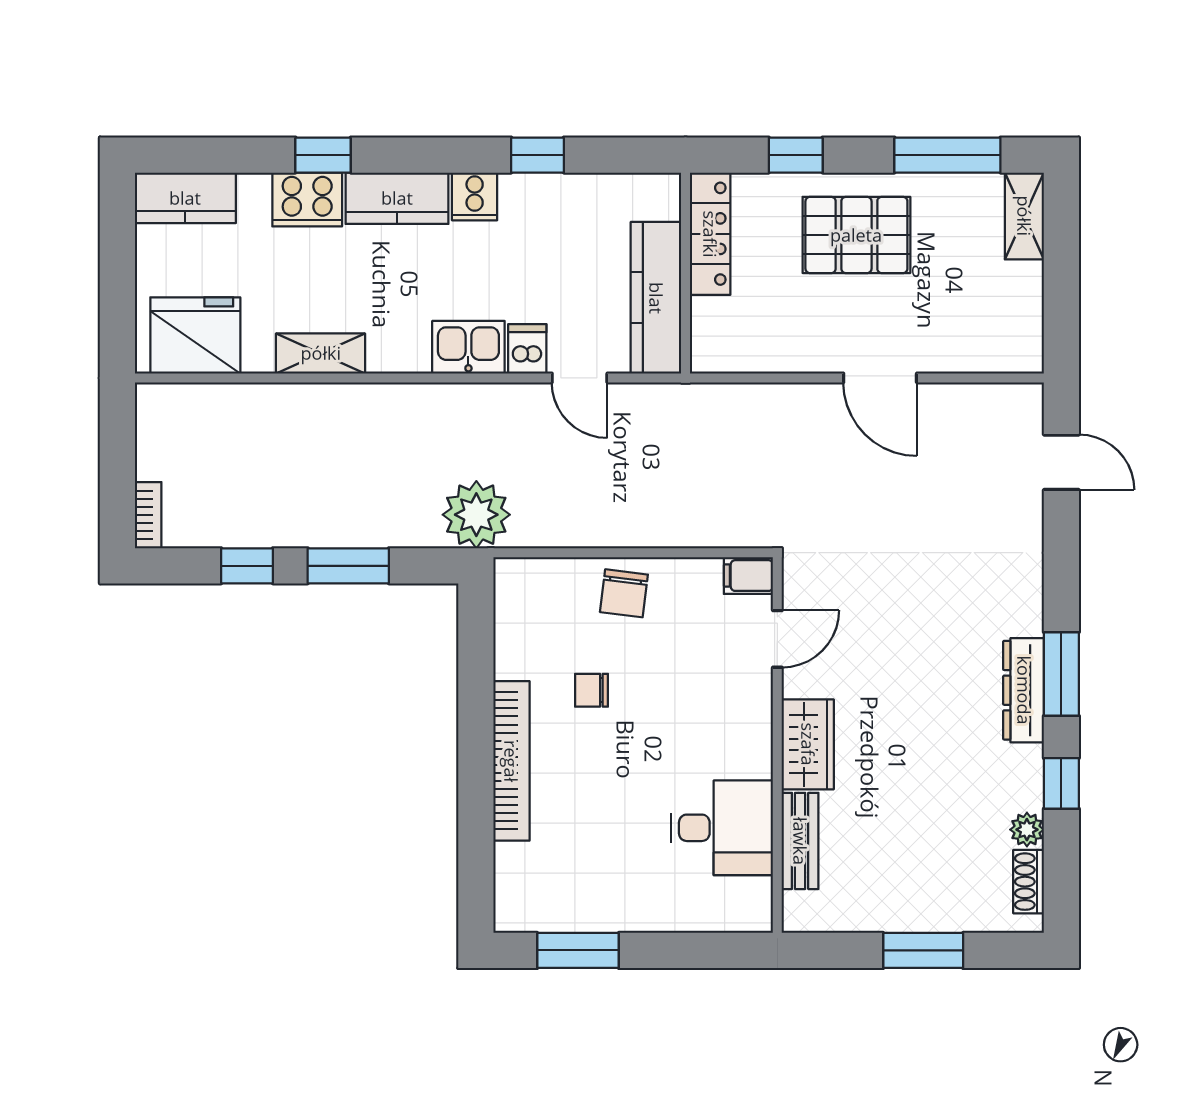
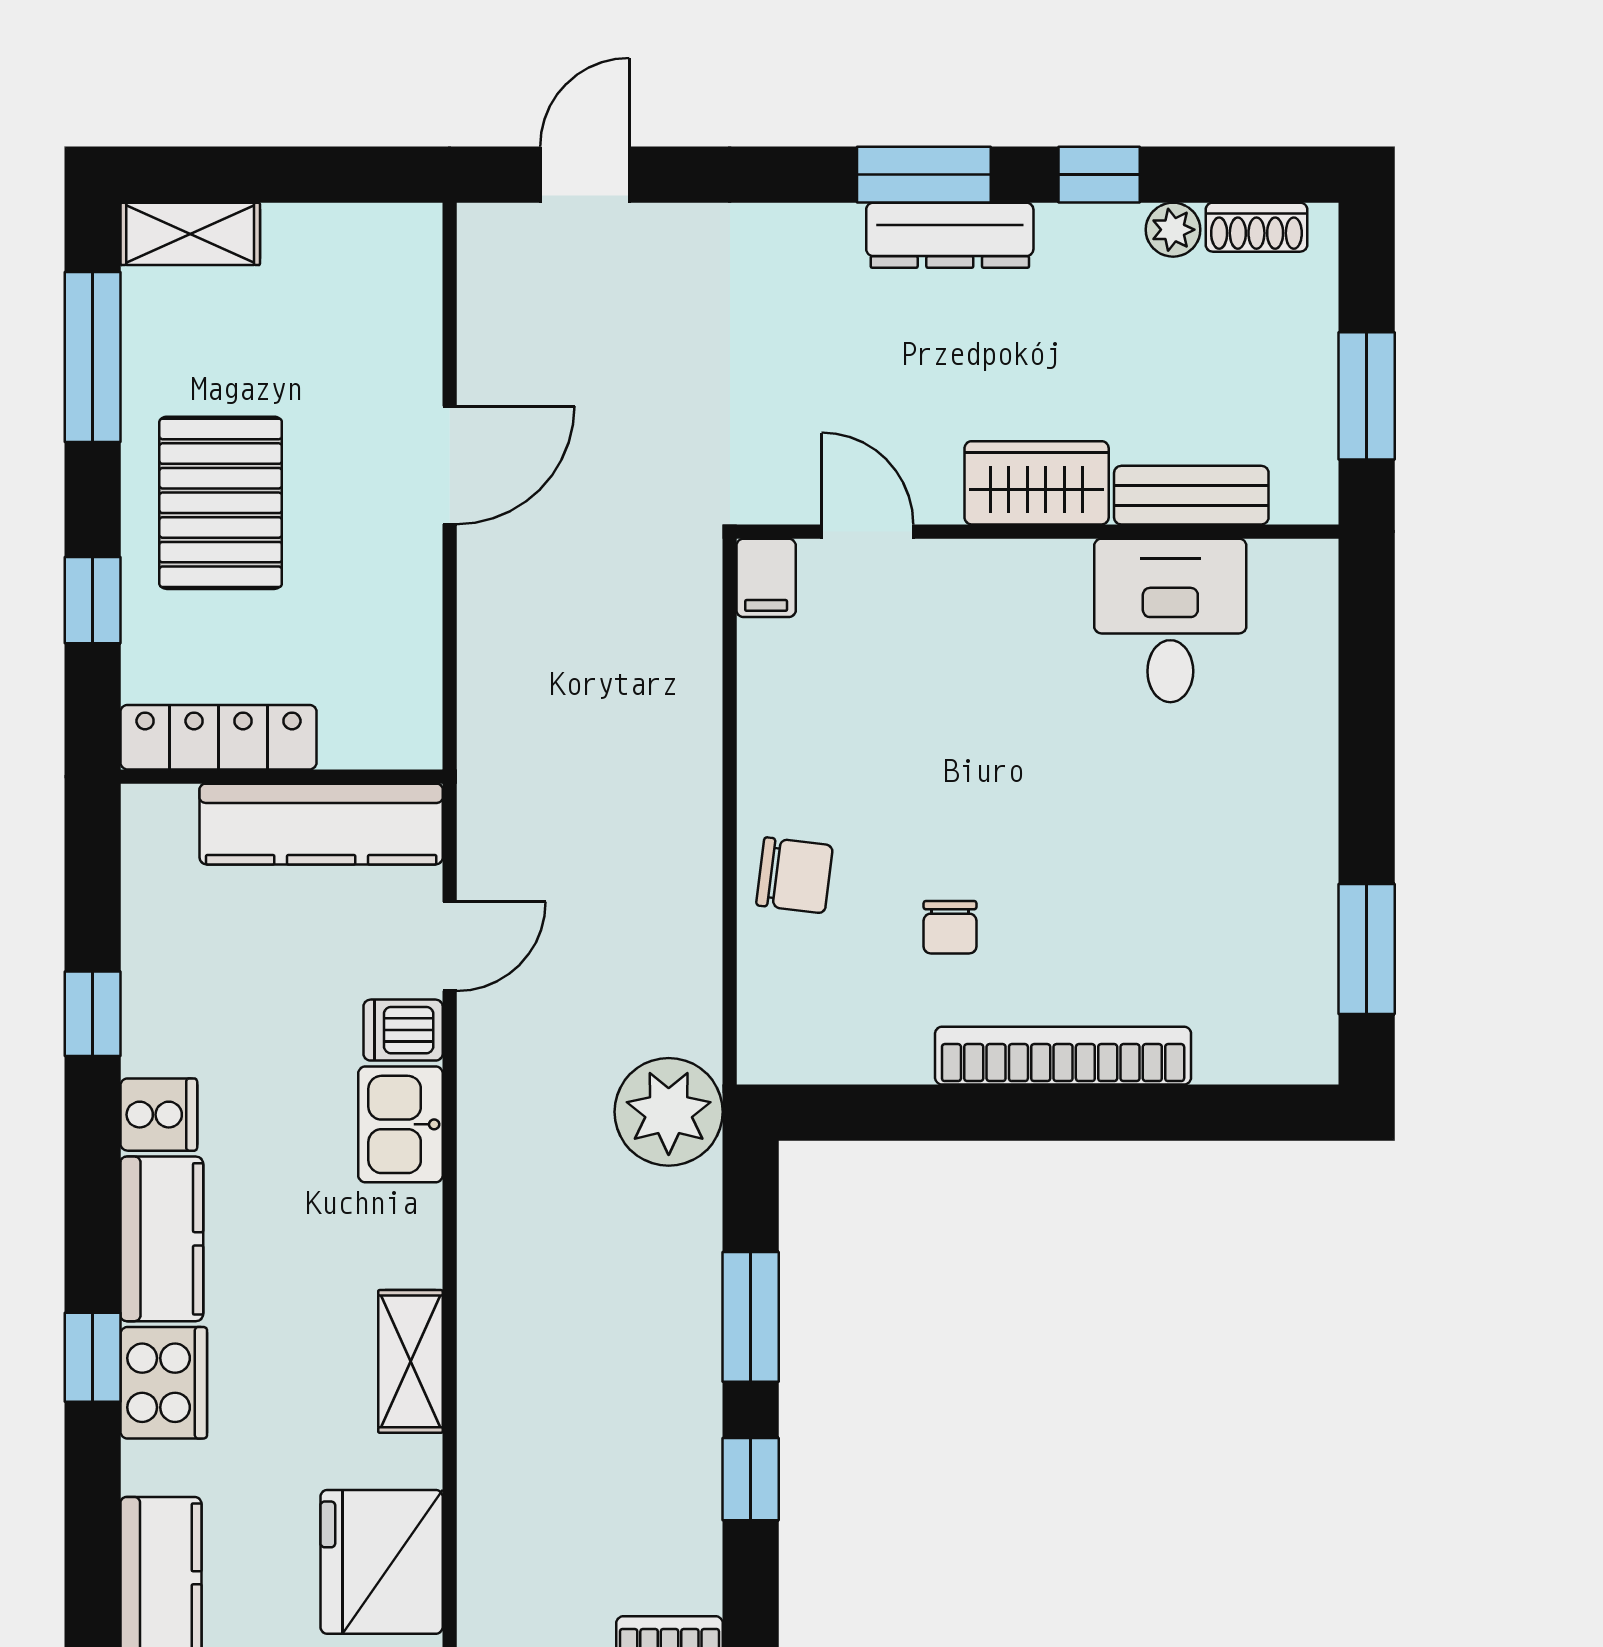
filing cabinet: (748, 576) -> (766, 578), moved
door: (777, 639) -> (868, 532), moved
wardrobe: (808, 744) -> (1037, 483), moved
wall: (777, 745) -> (1038, 532), moved
desk: (722, 828) -> (1170, 620), moved
bench: (800, 841) -> (1191, 495), moved

